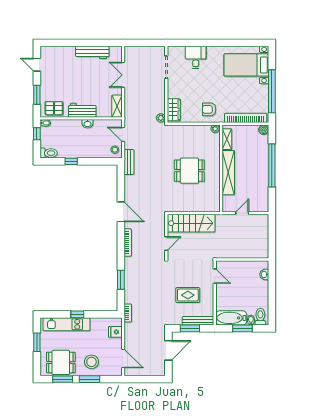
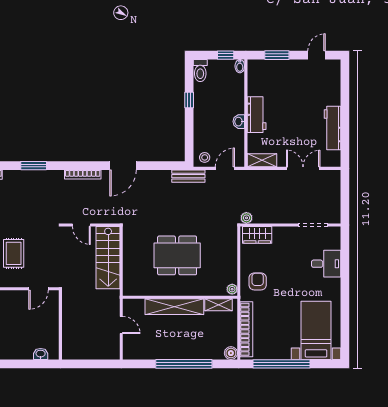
pallet: (54, 108) -> (259, 78), removed
dining table: (189, 171) -> (177, 255), width x1.38

